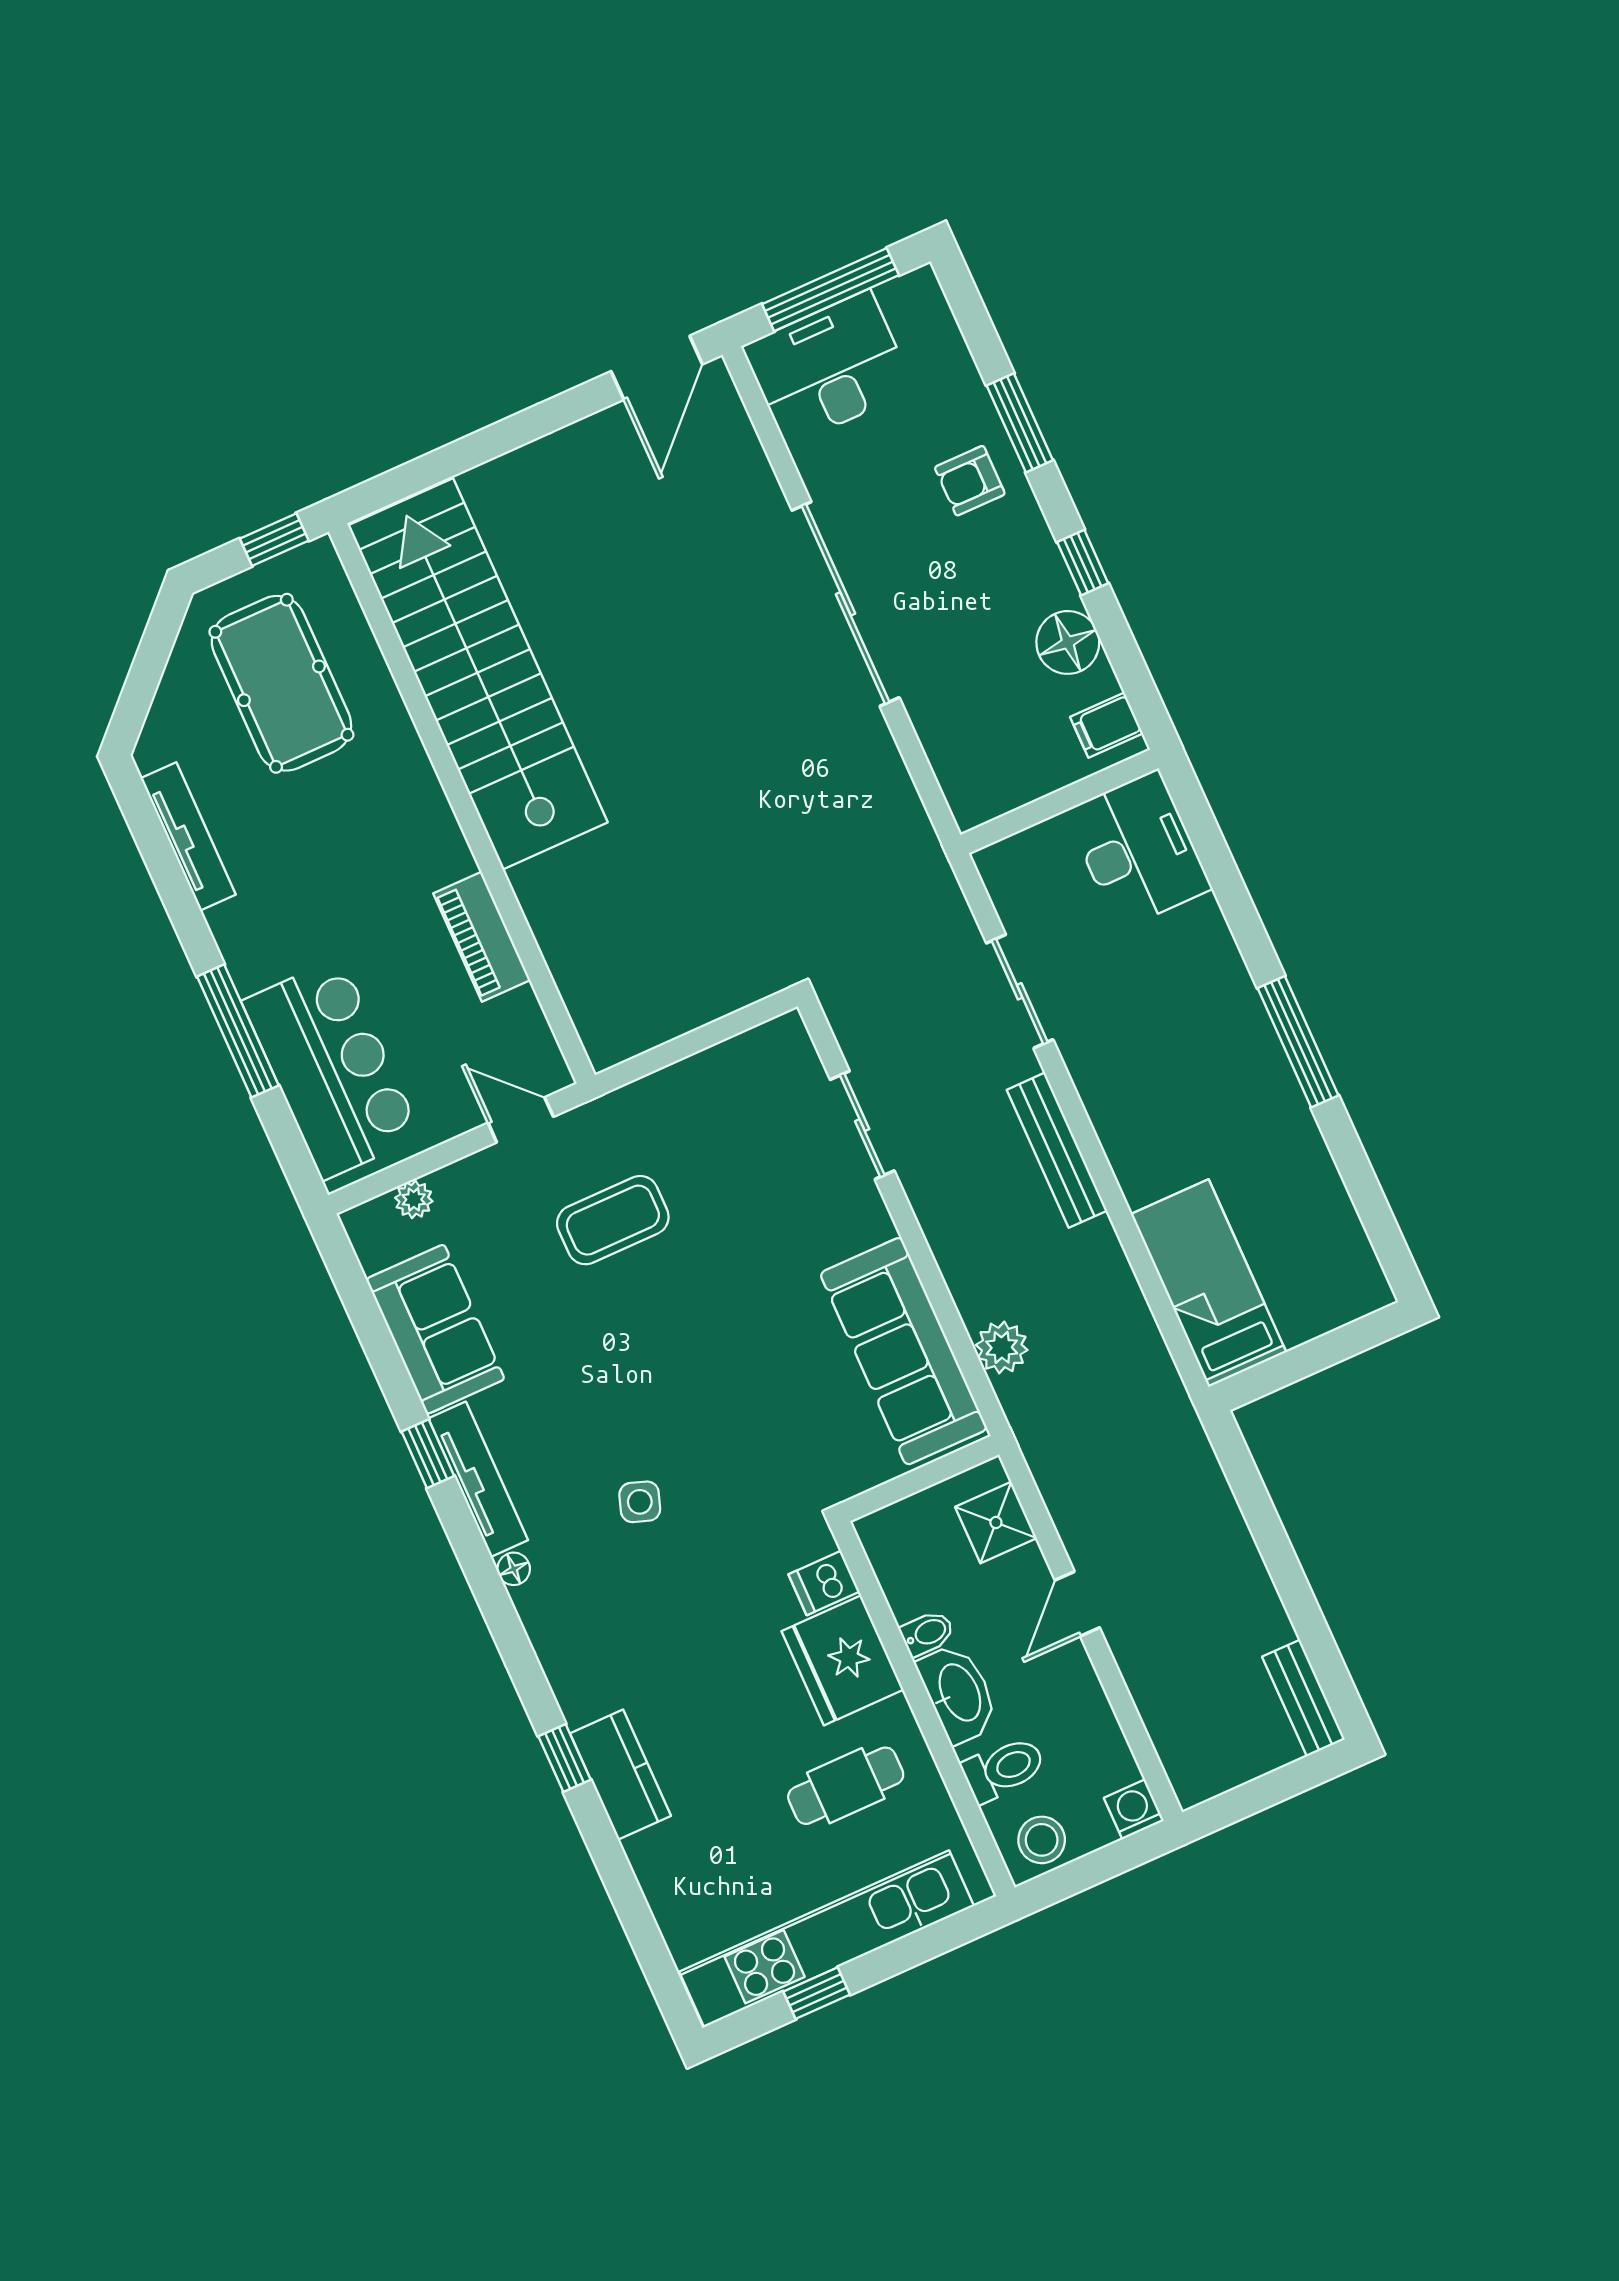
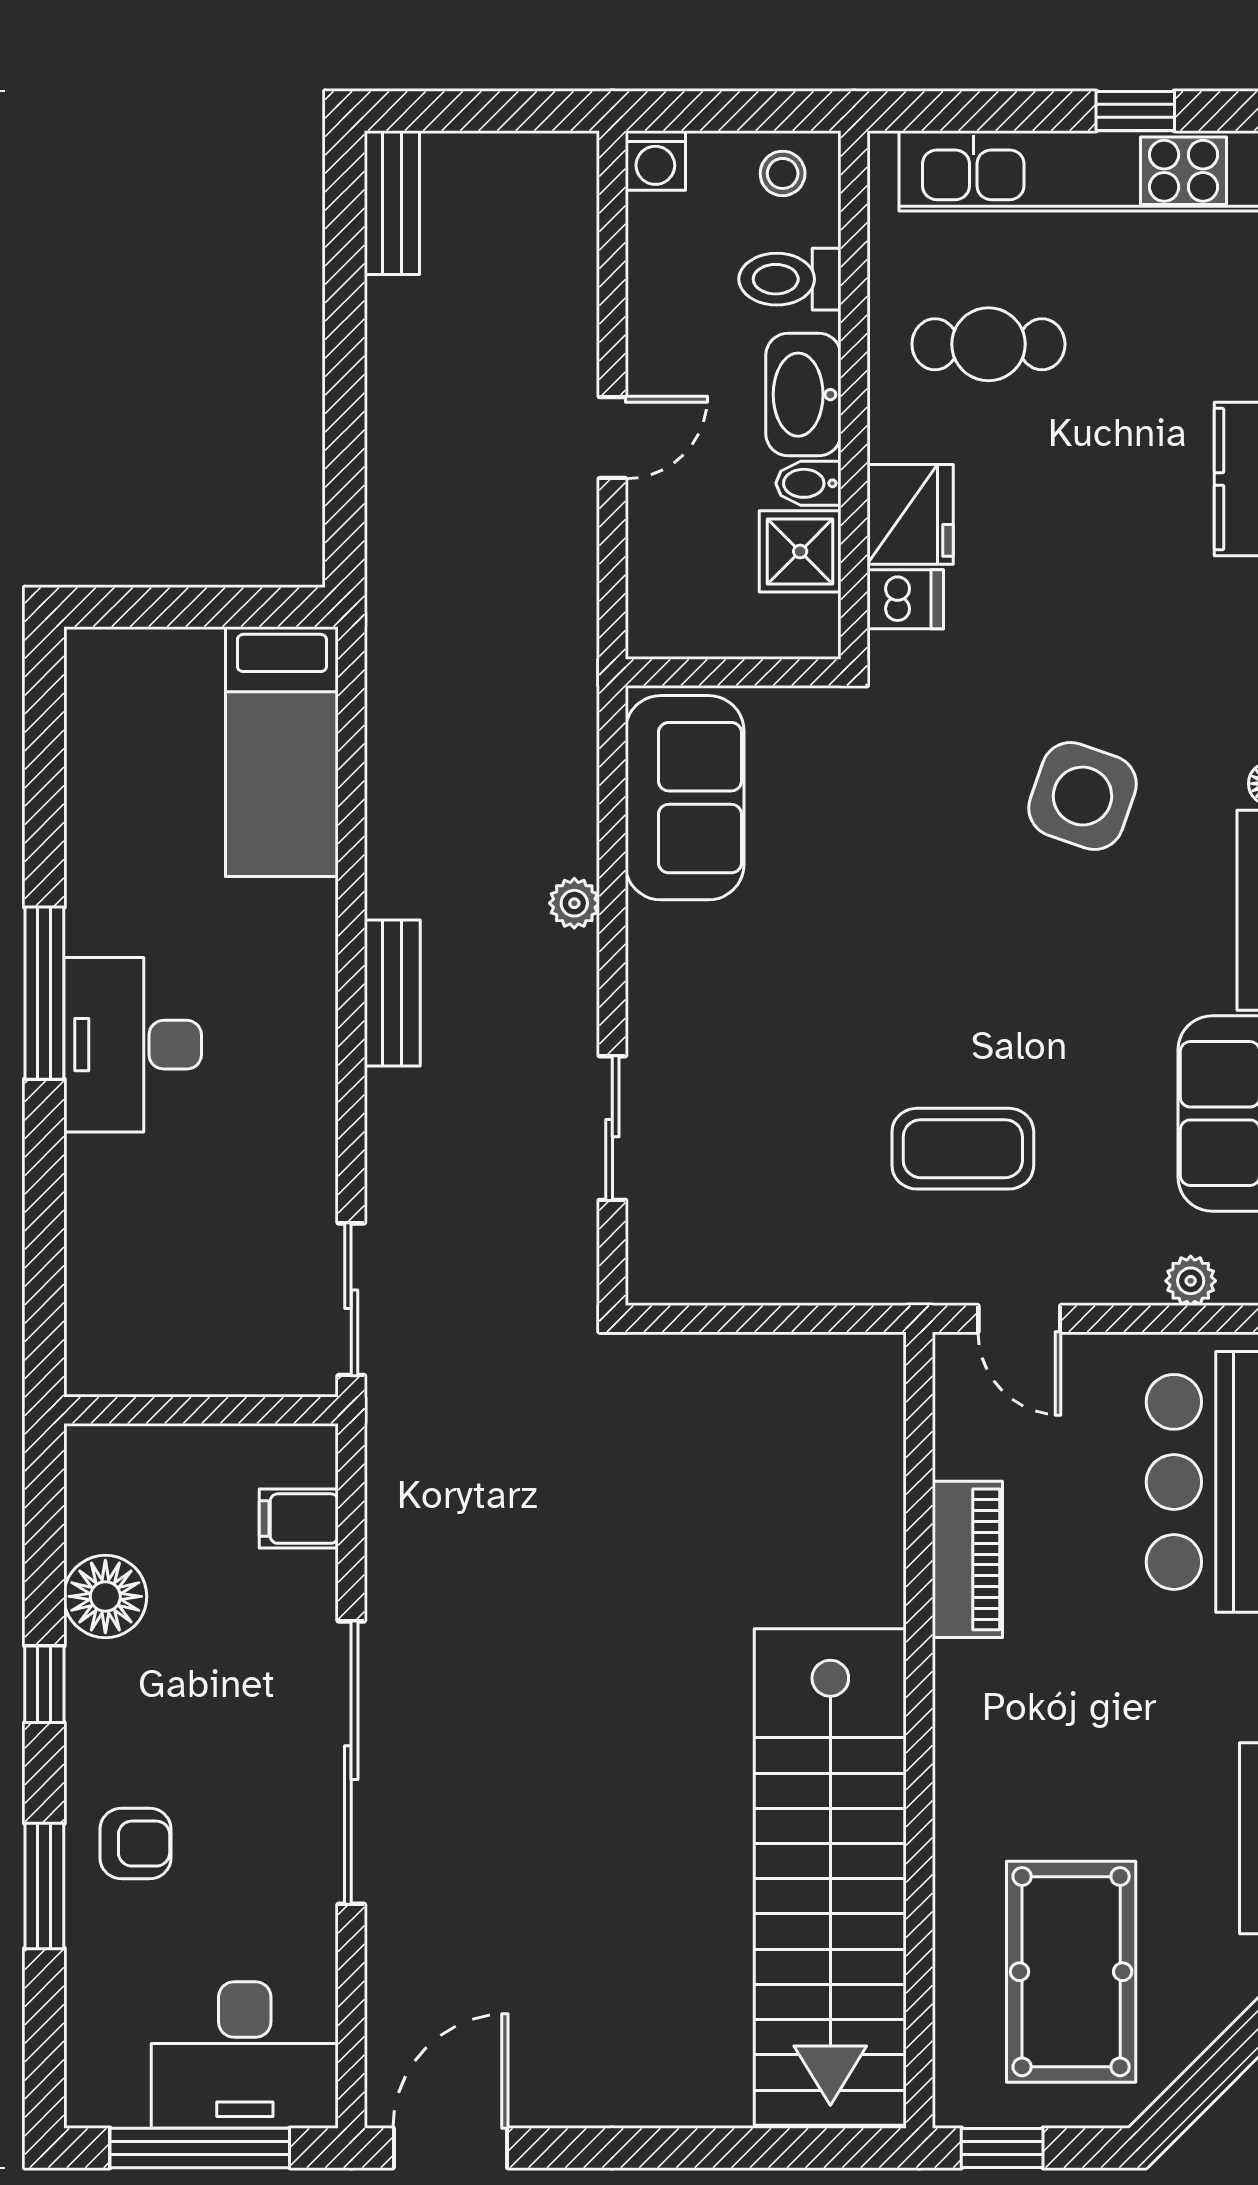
filing cabinet: (1107, 725) -> (299, 1519), moved, turned 180
desk: (1138, 850) -> (133, 1045), moved
sliding door: (1020, 991) -> (351, 1299), moved
bench: (1057, 1150) -> (392, 993), width x0.73
plant: (1002, 1347) -> (574, 903), moved, width x0.73, depth x0.73
sofa: (904, 1351) -> (685, 798), width x0.73
side table: (640, 1502) -> (1082, 796), width x1.87, depth x1.87
shower: (996, 1523) -> (800, 551), moved
fridge: (843, 1660) -> (910, 514), width x0.73, depth x0.75
stool: (1042, 1840) -> (783, 173), width x0.73, depth x0.73

